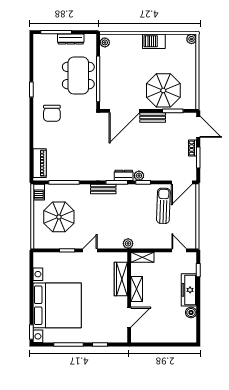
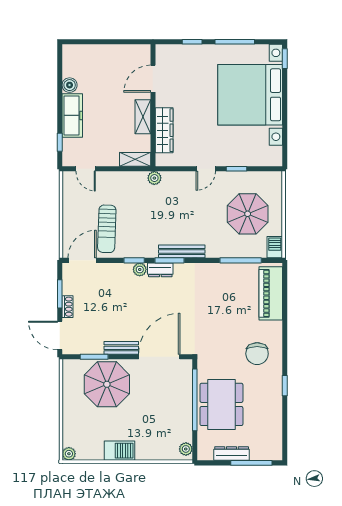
chair: (52, 113) -> (257, 354), turned 180
piano: (40, 163) -> (271, 293), width x1.37, depth x1.33
bench: (103, 189) -> (182, 251), width x1.36

